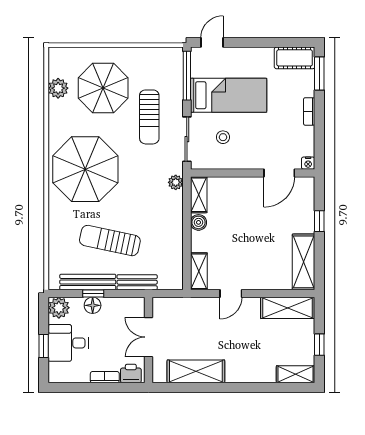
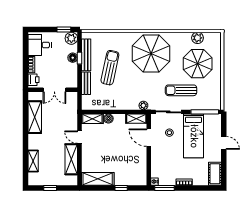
door: (212, 42) -> (224, 143), moved
window: (319, 74) -> (165, 188), moved
door: (279, 173) -> (149, 138), moved
boiler: (198, 222) -> (108, 119), moved
shelving: (288, 308) -> (71, 159), moved
double door: (149, 337) -> (54, 90), swing flipped
desk: (68, 343) -> (40, 45), moved, turned -90
window: (44, 346) -> (64, 30), moved
shelving: (296, 374) -> (33, 161), moved

